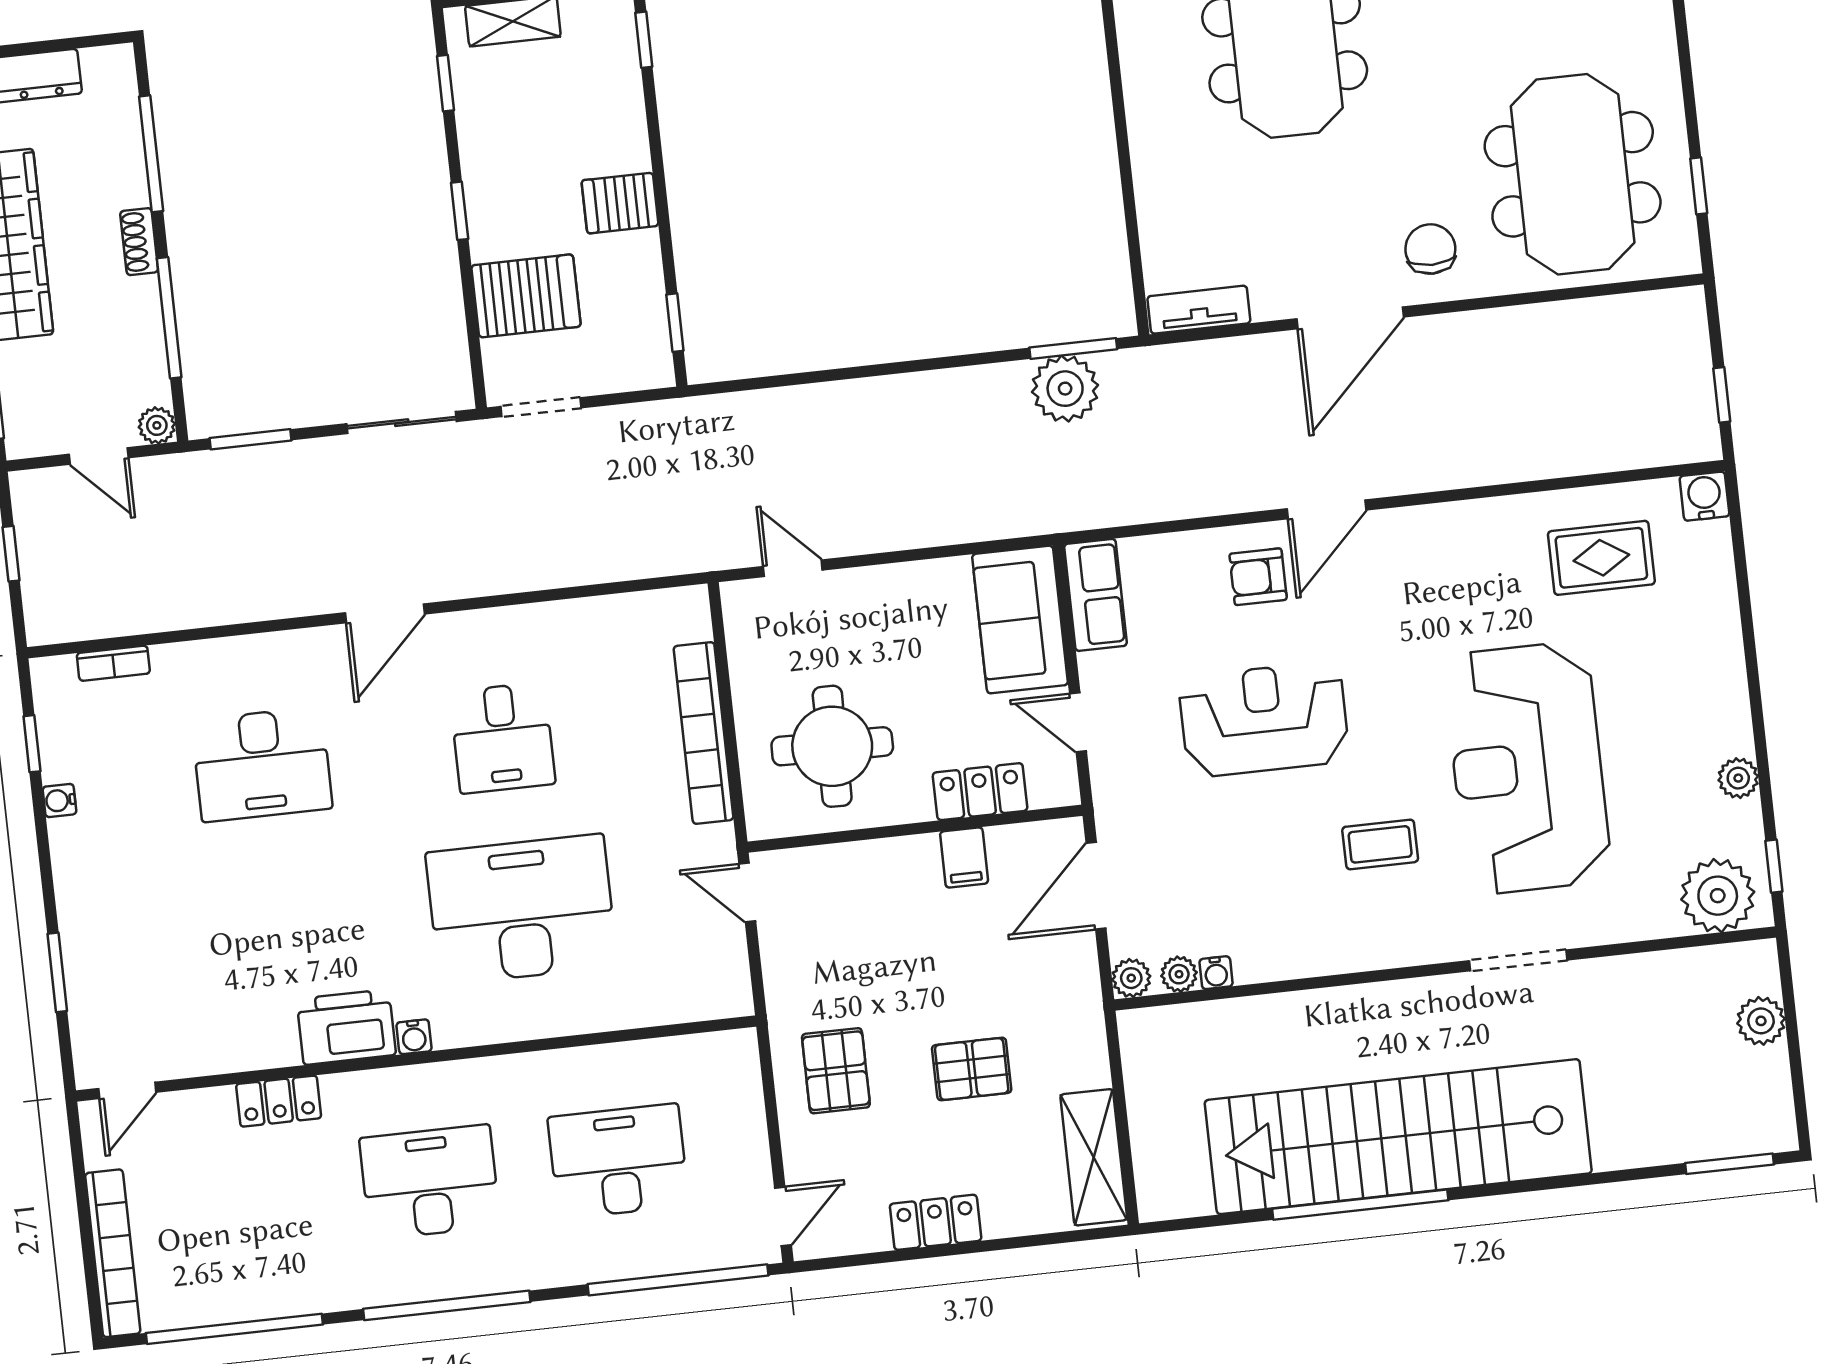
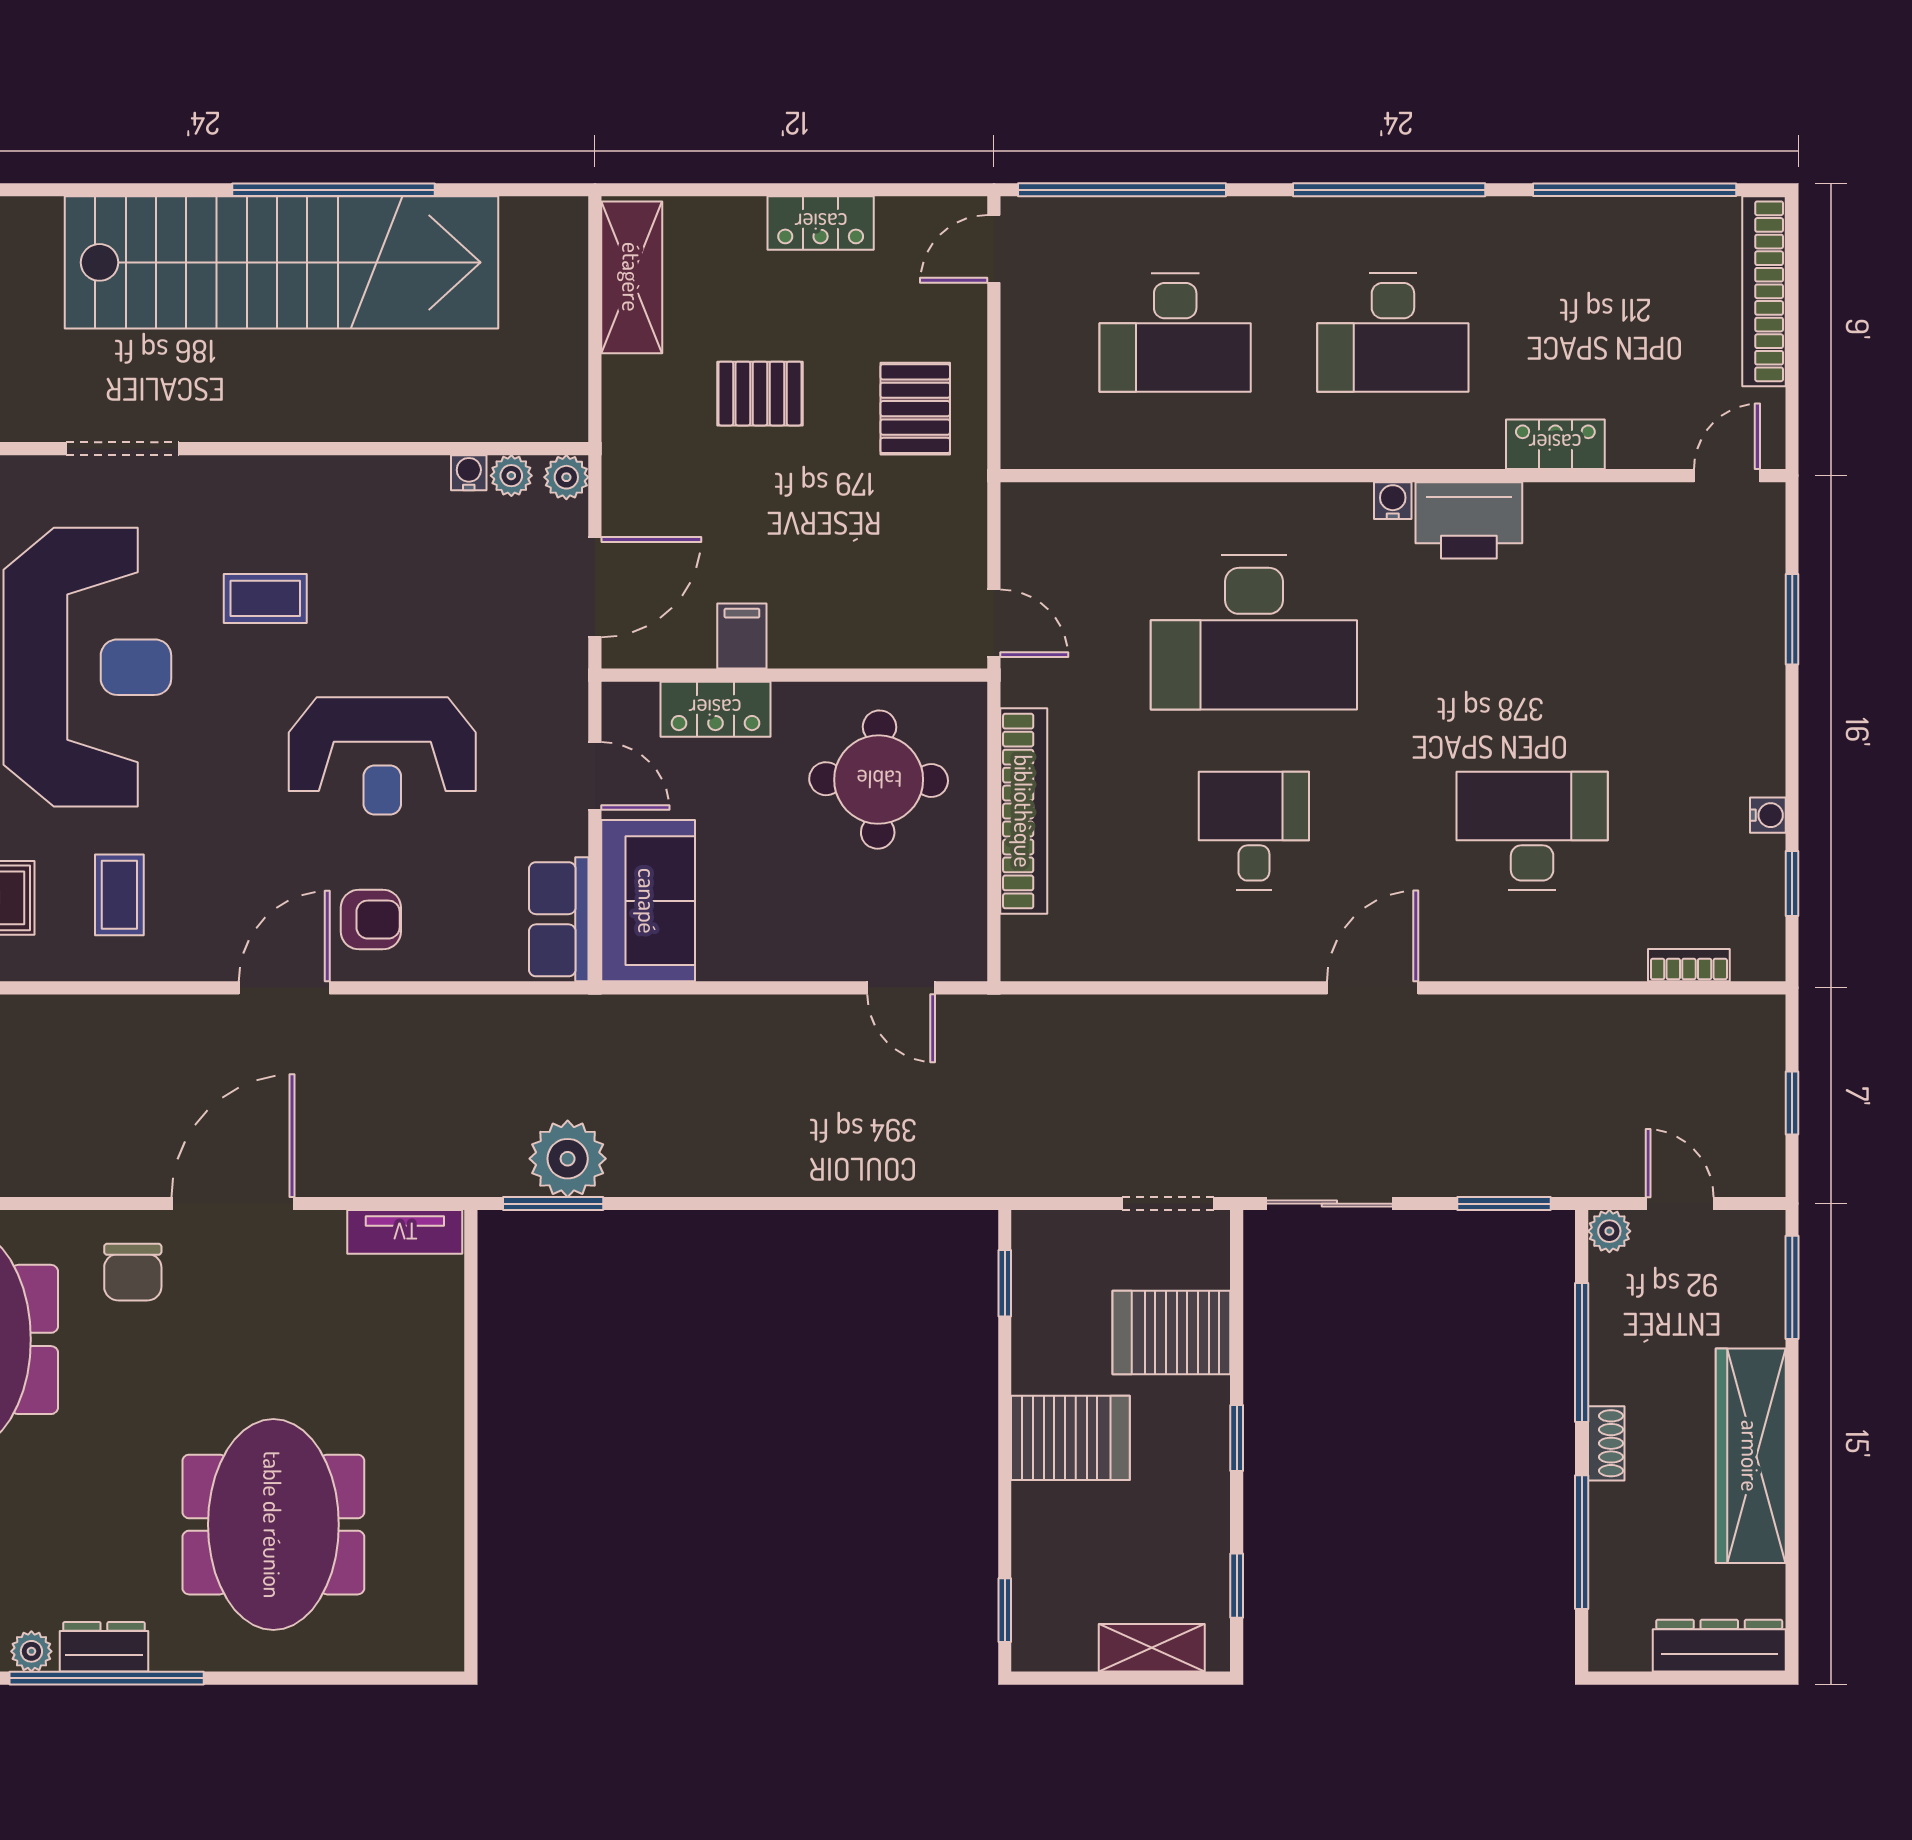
server rack: (620, 203) -> (1070, 1438), width x1.36, depth x1.44
coffee table: (1478, 574) -> (119, 895), added

